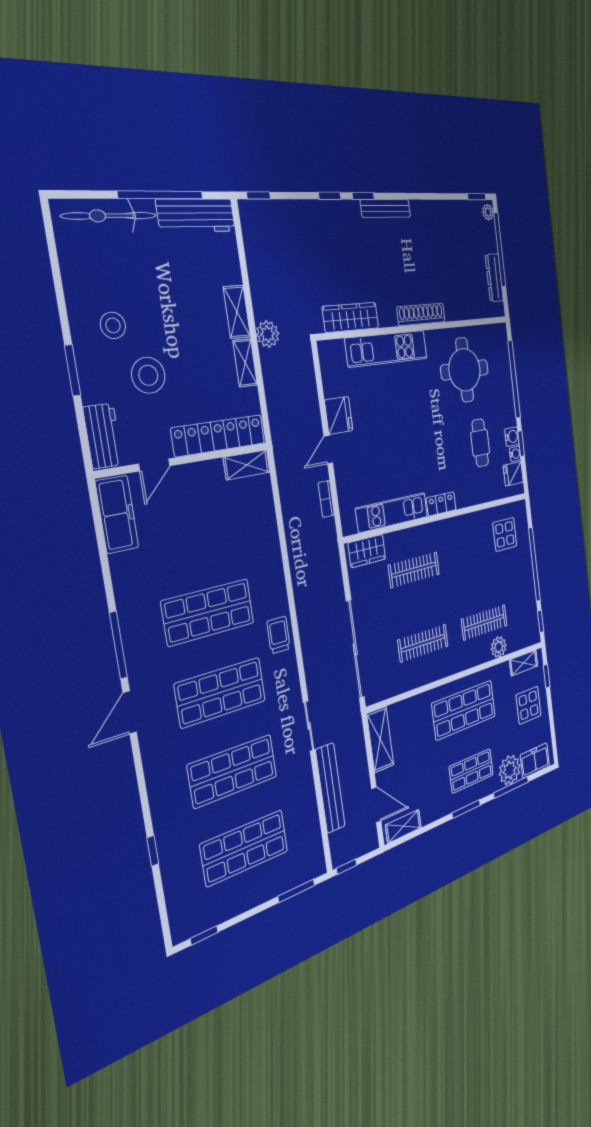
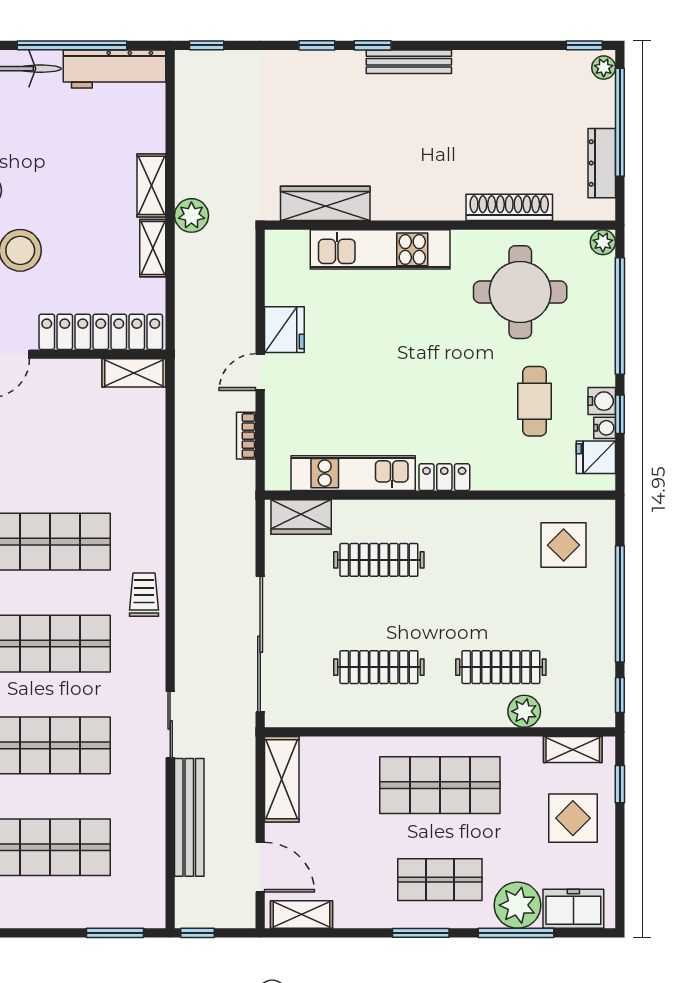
shoe rack: (421, 314) -> (509, 207), moved
plant: (501, 331) -> (603, 242), added

